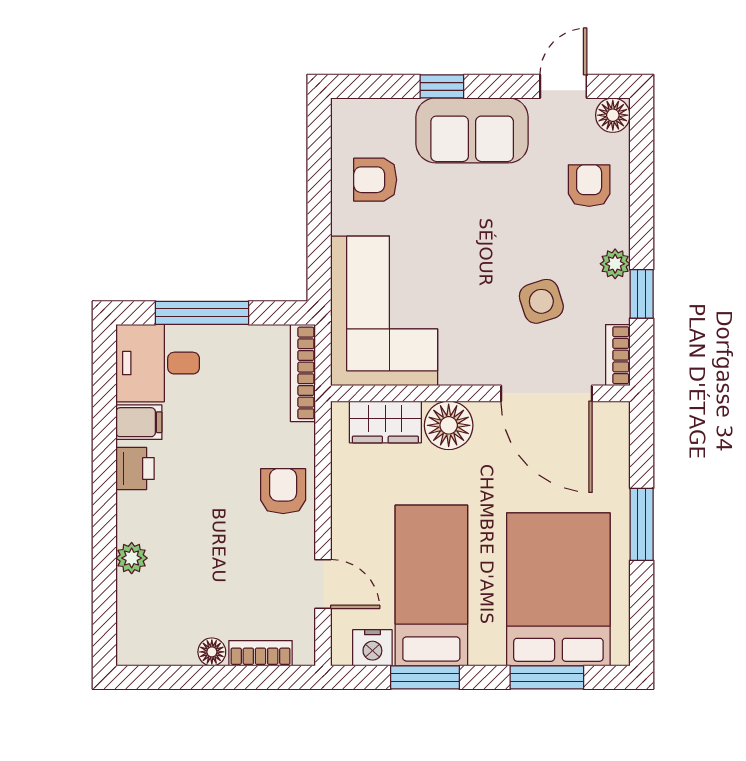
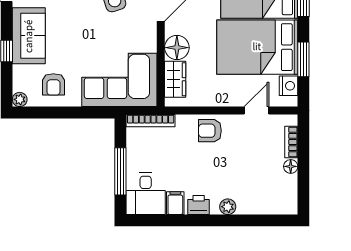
plant: (345, 112) -> (20, 99), added
plant: (132, 558) -> (228, 207), moved
bed: (431, 585) -> (257, 47), width x1.50

